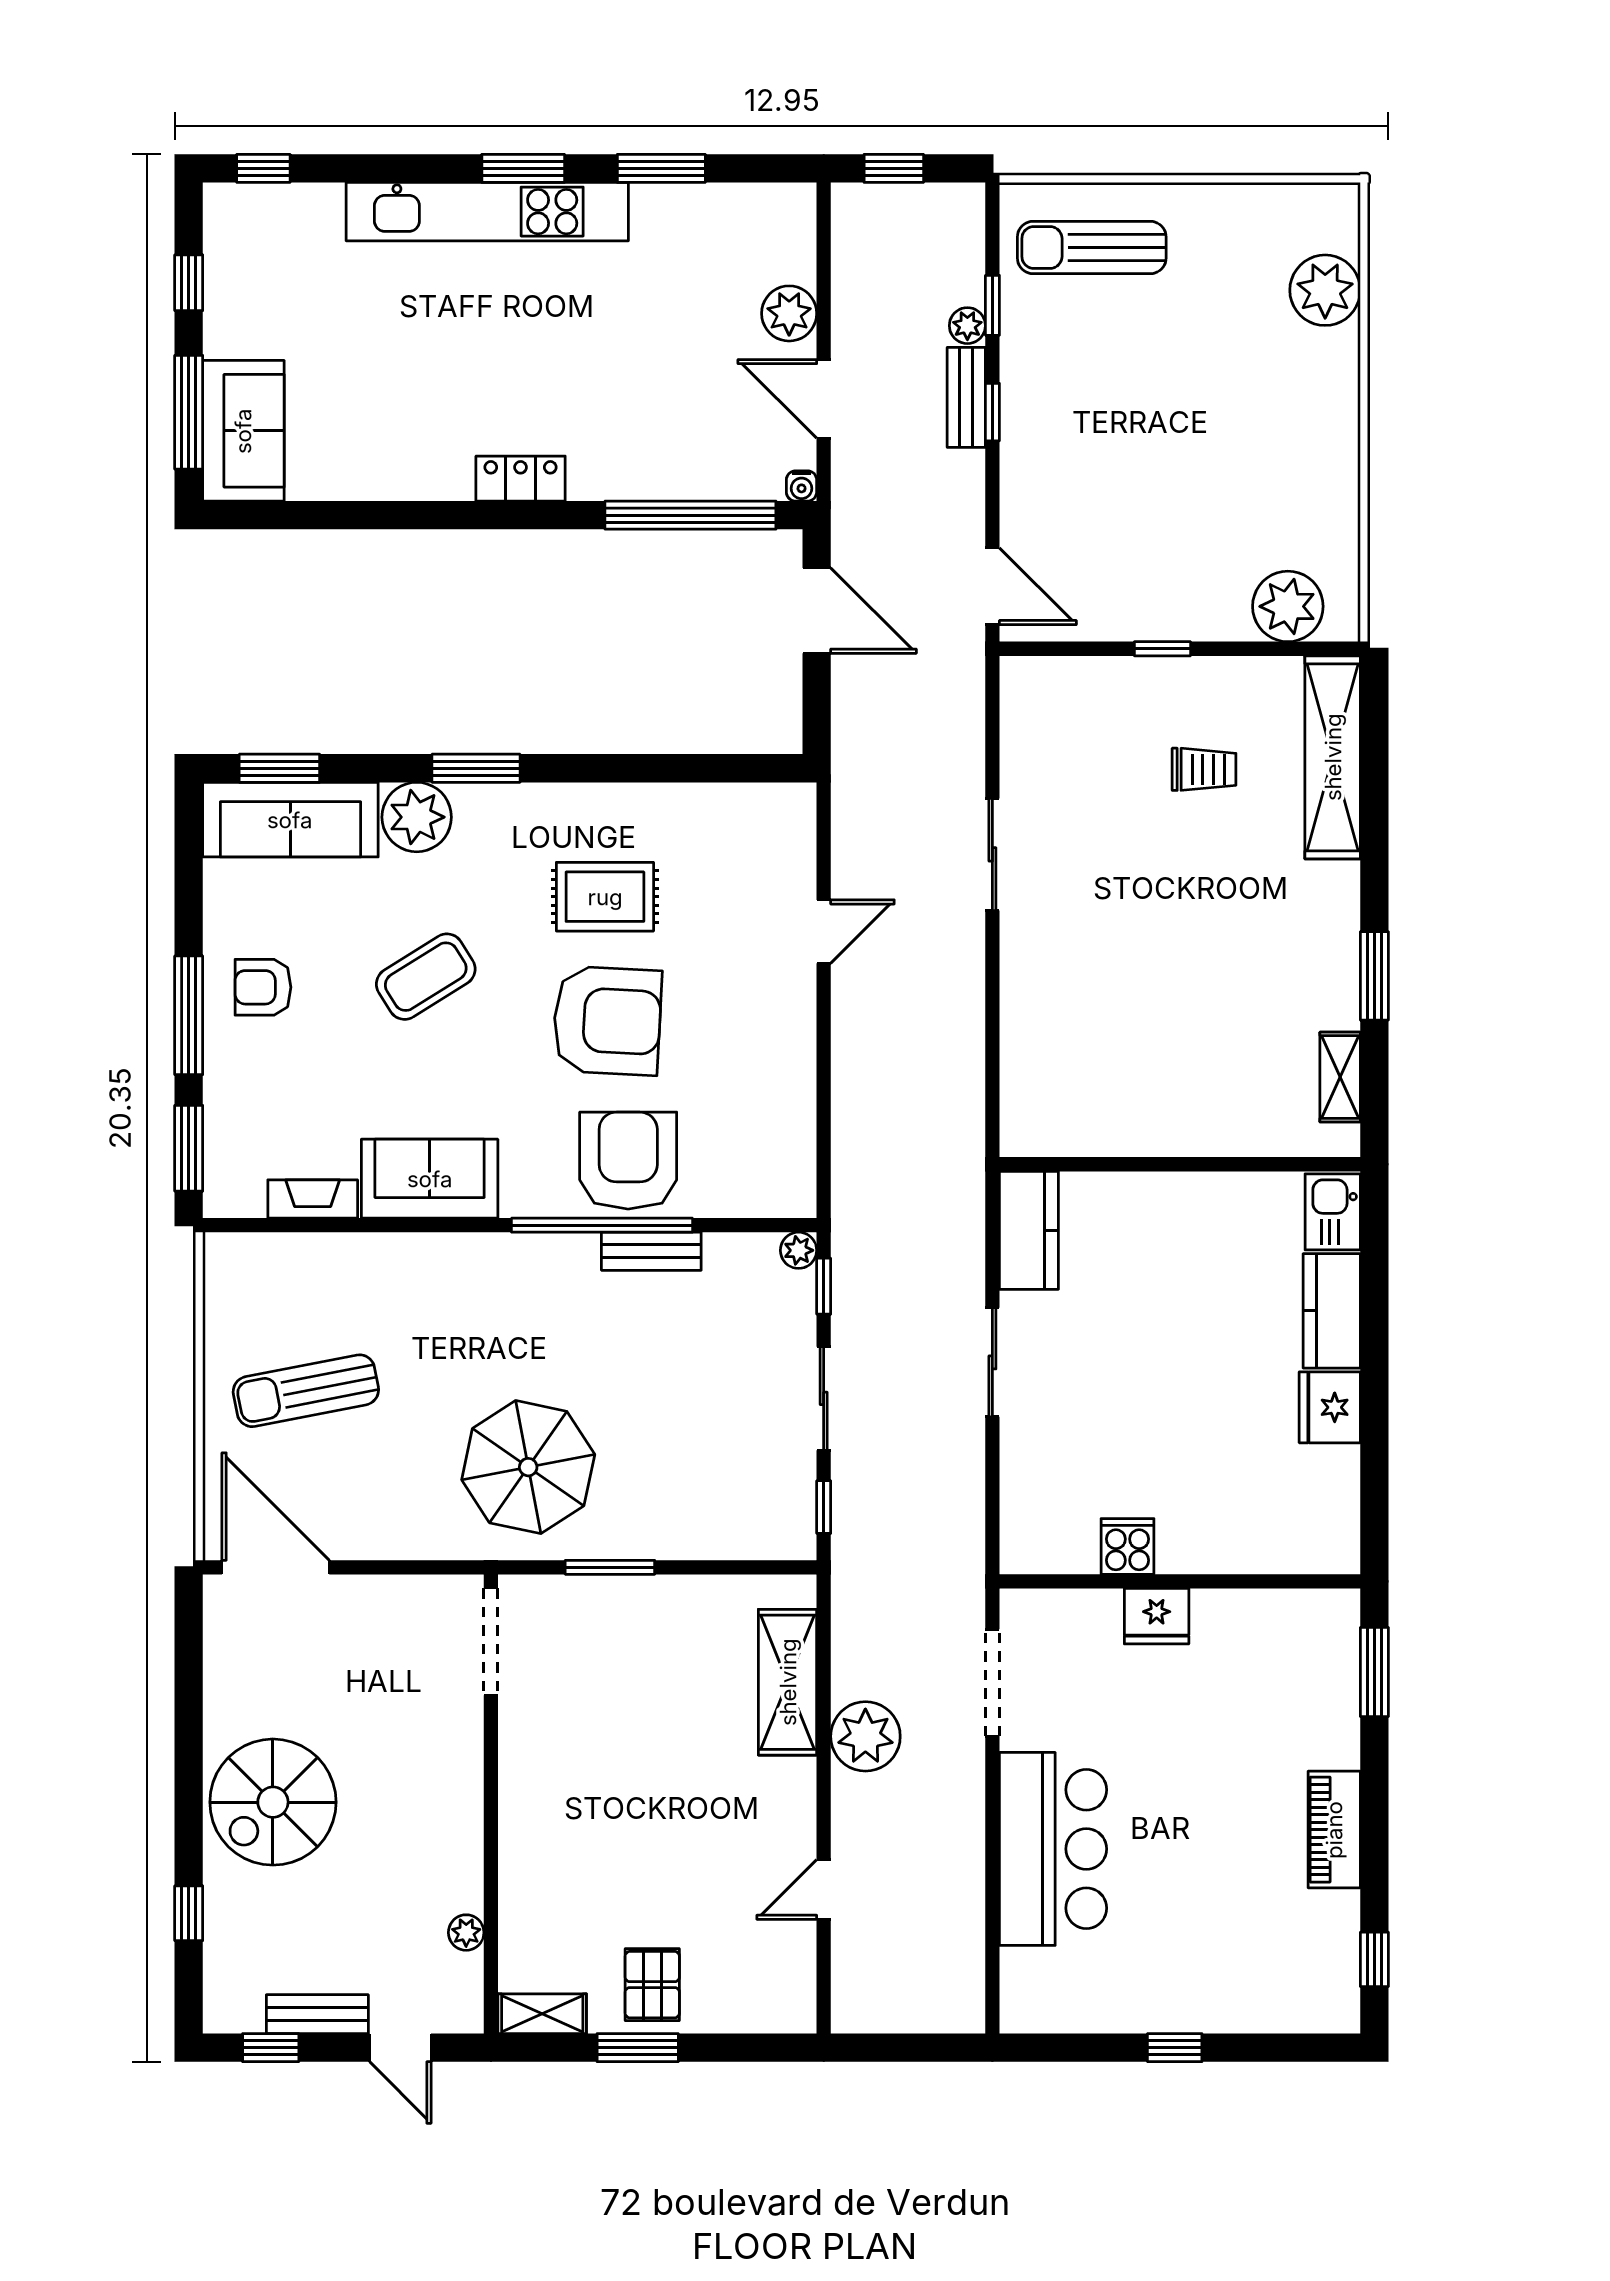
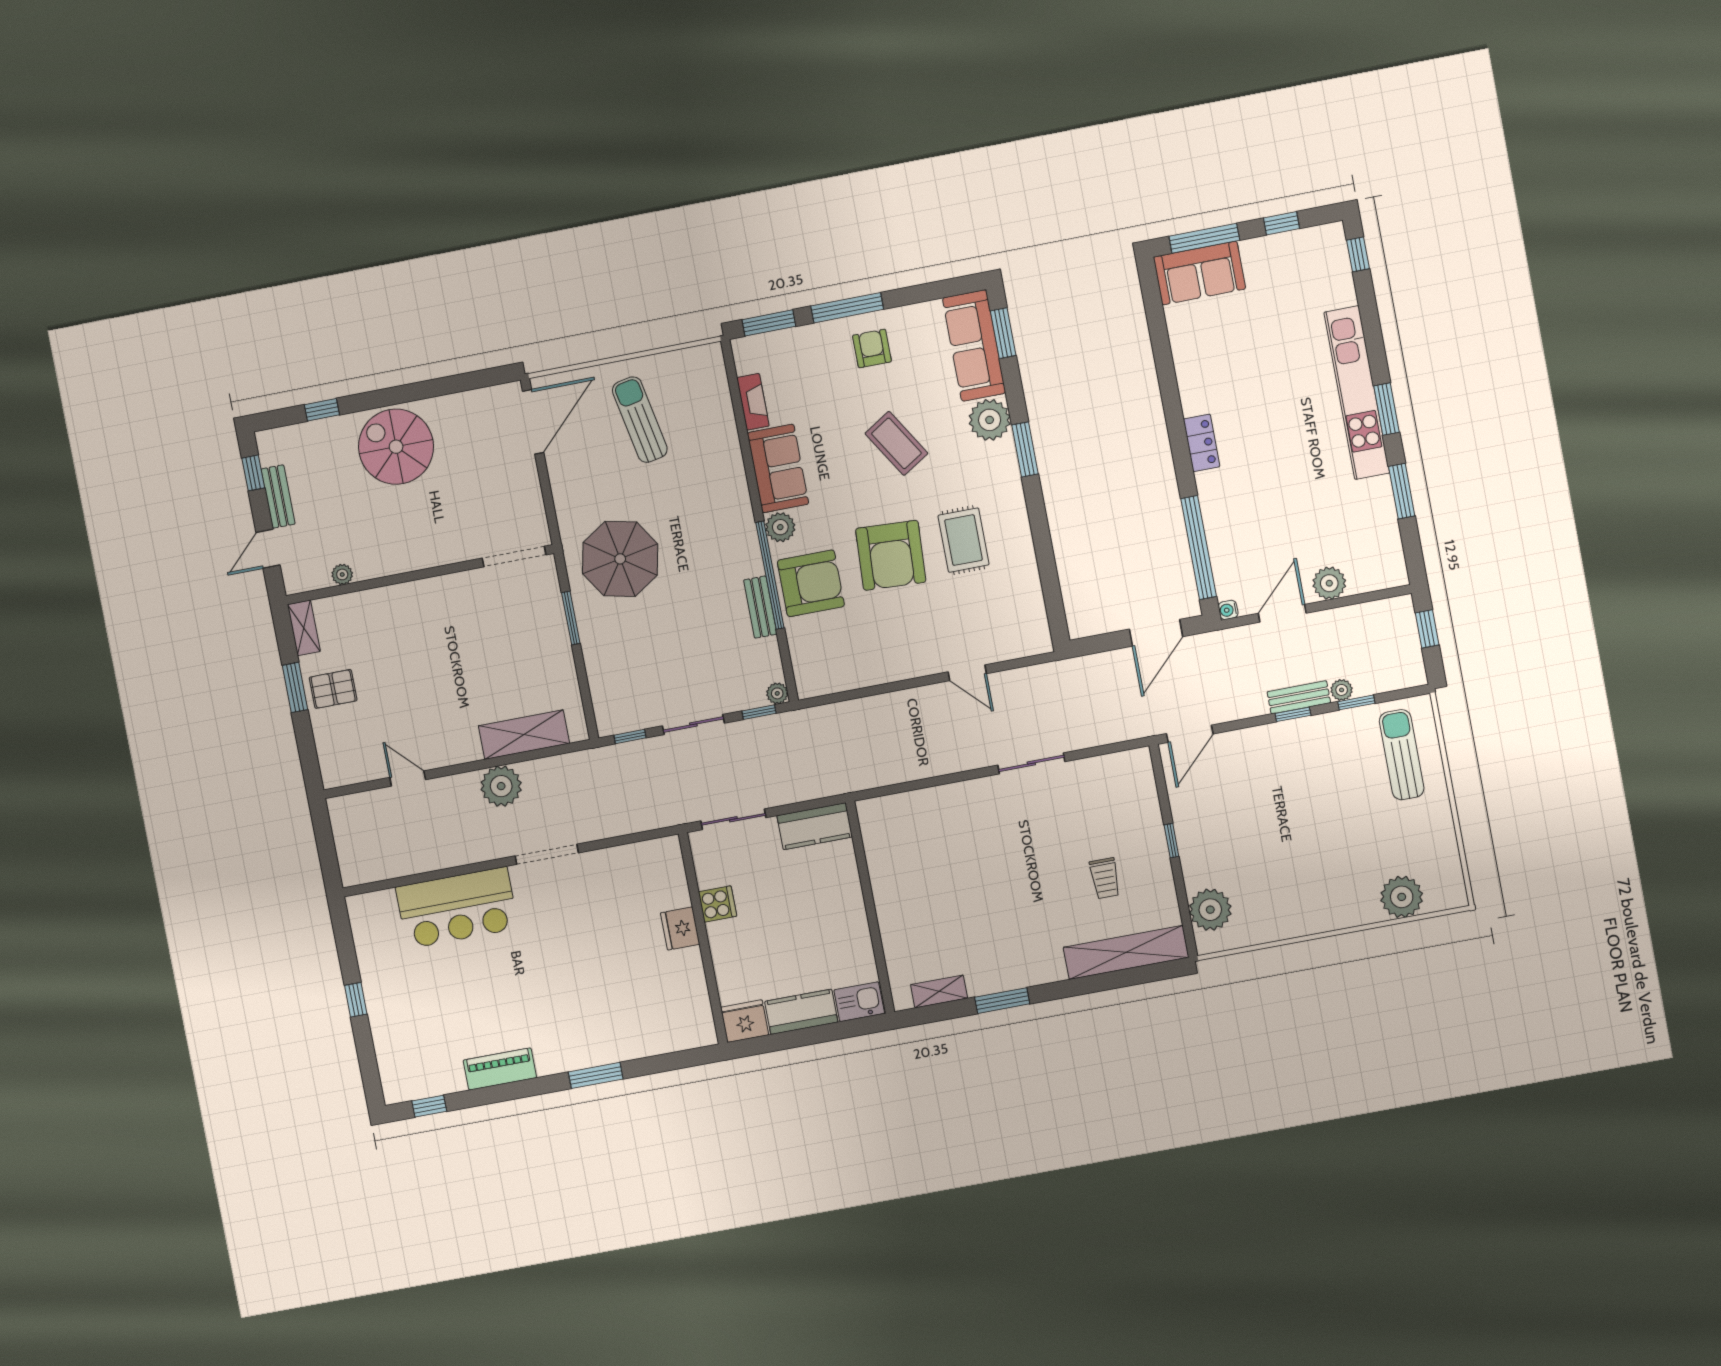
plant: (526, 1193) -> (780, 527), added
cooker: (1128, 1546) -> (718, 904), moved
wall: (1180, 1581) -> (703, 938), moved
fridge: (1157, 1616) -> (680, 928), moved

